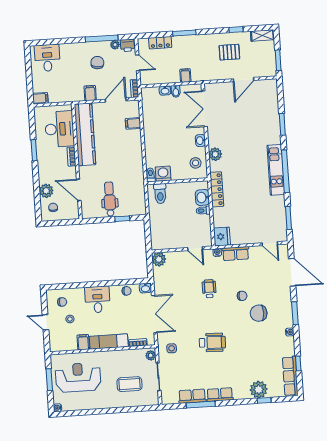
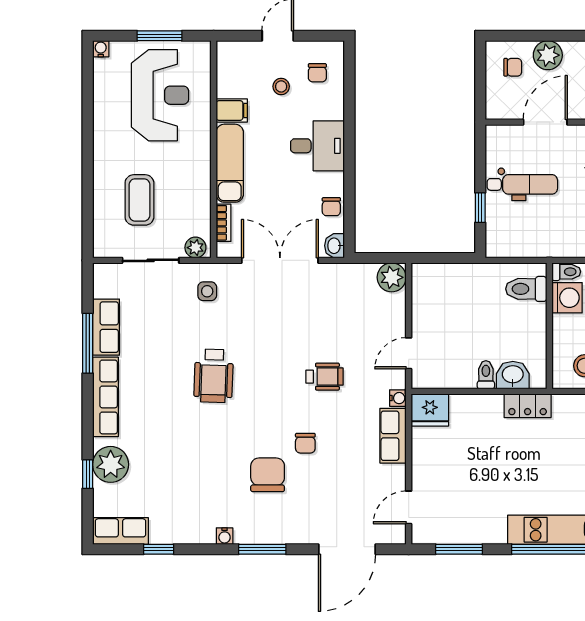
locker: (217, 189) -> (528, 406), width x0.66
double door: (154, 314) -> (280, 260), swing flipped
row of seats: (290, 376) -> (121, 531), width x0.68
row of seats: (220, 395) -> (105, 397), width x1.48

